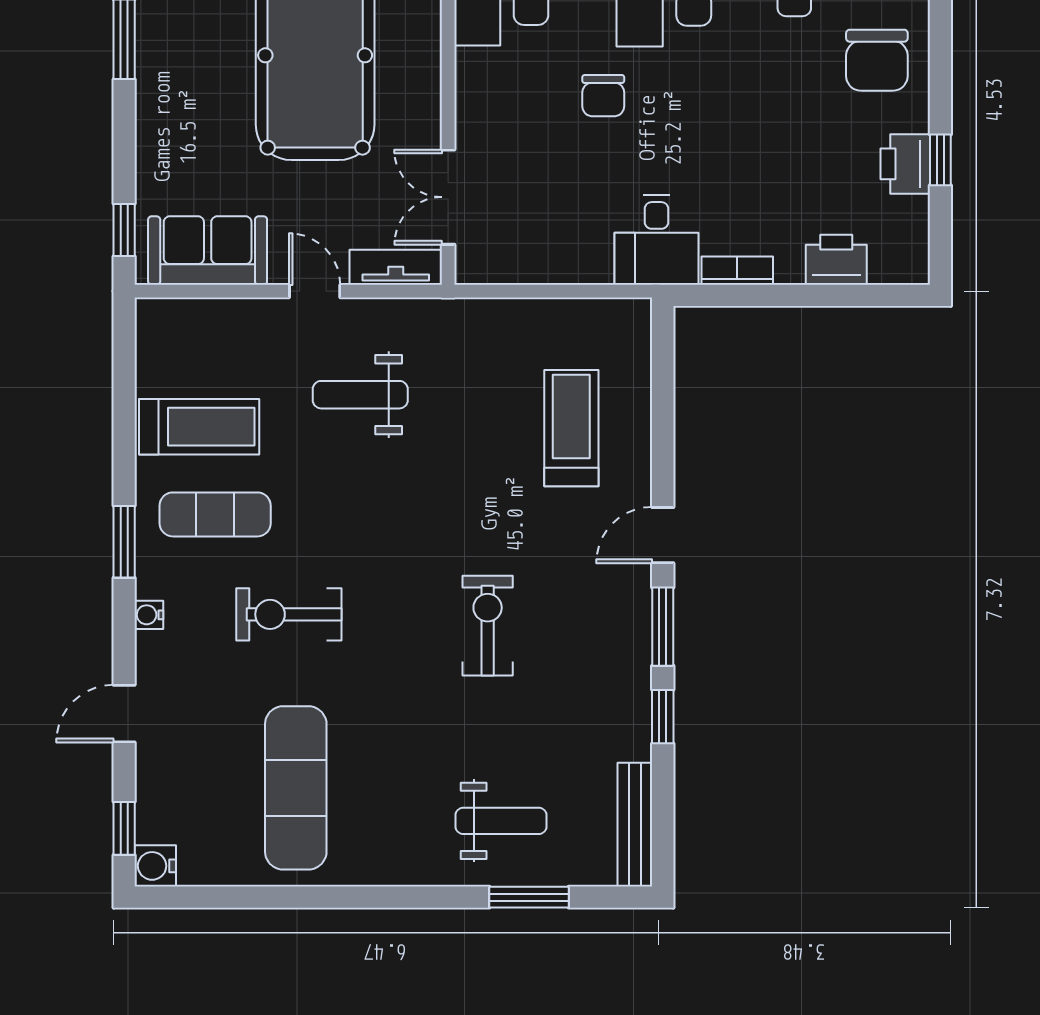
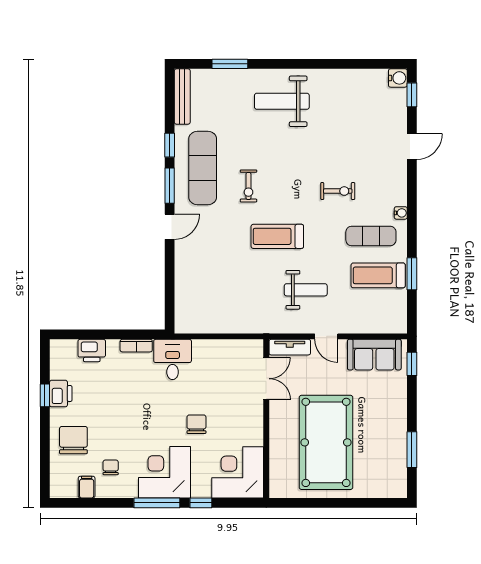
treadmill: (571, 428) -> (277, 236), moved, turned 90
window: (124, 542) -> (412, 274), moved
exercise bike: (289, 614) -> (338, 191), width x0.73, depth x0.72
water cooler: (149, 615) -> (401, 213), moved
exercise bike: (488, 626) -> (248, 186), width x0.73, depth x0.72
exercise mat: (296, 788) -> (203, 168), moved
weight bench: (501, 821) -> (282, 101), moved, width x1.36, depth x1.33

